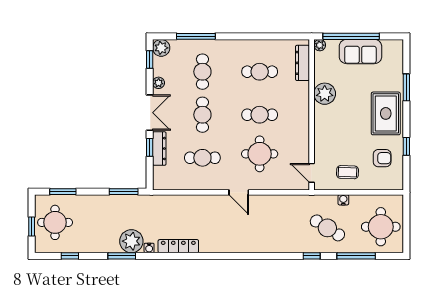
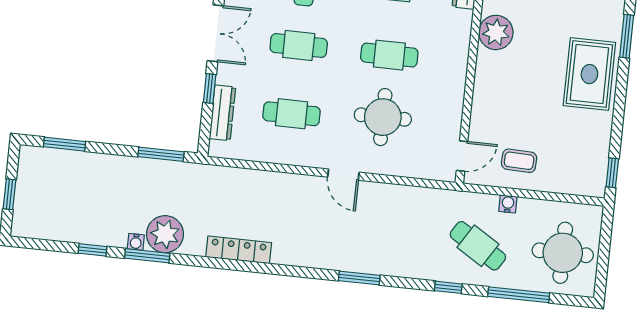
cafe table: (202, 115) -> (299, 46), turned 90
window: (406, 146) -> (612, 173), moved
dresser: (159, 149) -> (222, 113), moved
armchair: (382, 158) -> (576, 144), removed
door: (312, 173) -> (462, 156), swing flipped
round table: (55, 222) -> (47, 192), removed
water cooler: (149, 248) -> (136, 242), moved
window: (70, 256) -> (93, 250), moved
window: (255, 256) -> (359, 278), added

